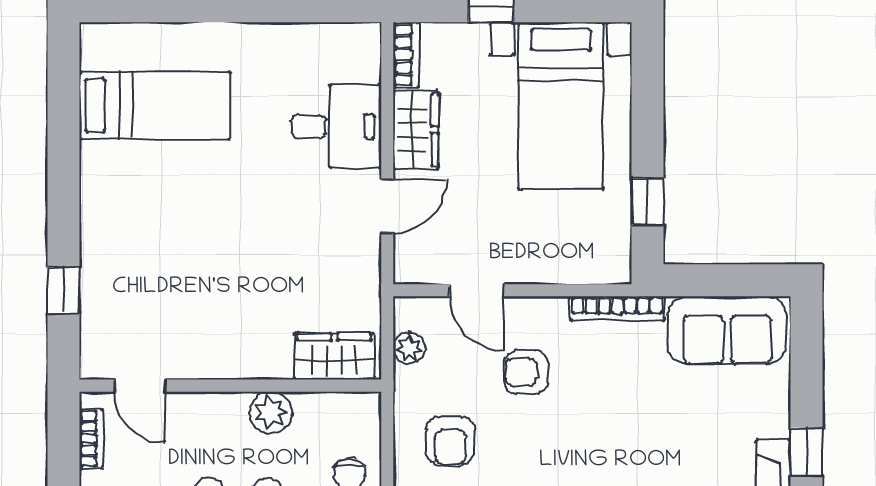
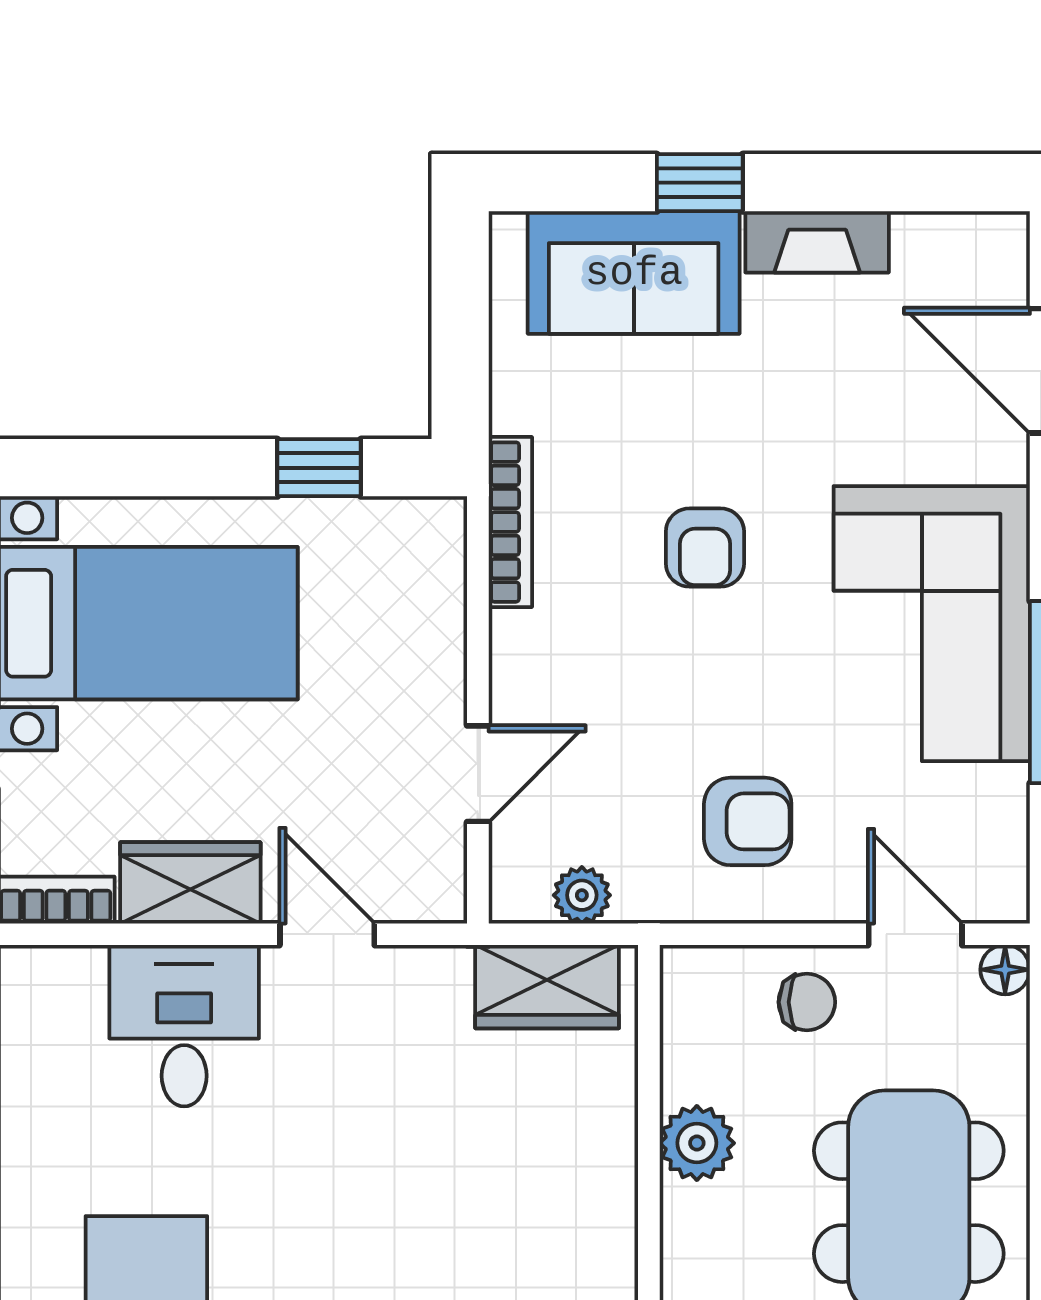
sofa: (727, 330) -> (634, 273), moved, turned 90
wardrobe: (334, 356) -> (547, 987), moved, turned -90
armchair: (526, 372) -> (705, 548), moved
window: (806, 452) -> (700, 183), moved

